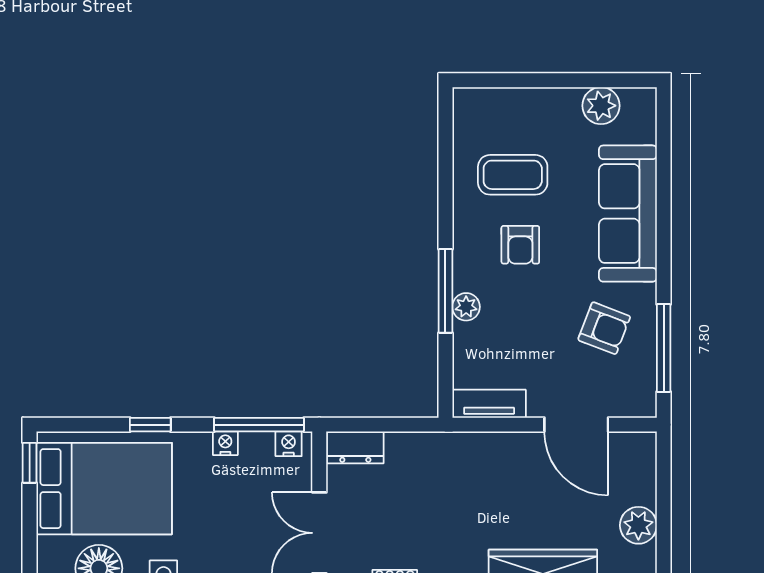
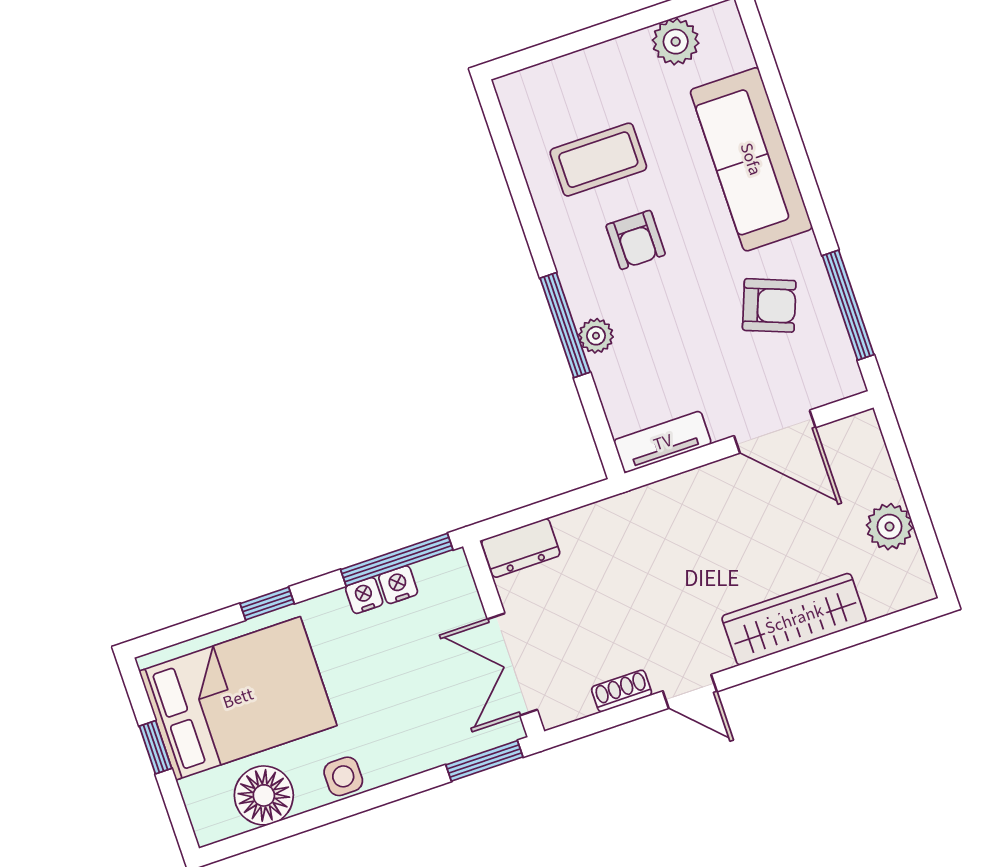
nightstand: (289, 444) -> (398, 585), moved
window: (30, 463) -> (155, 747), moved

